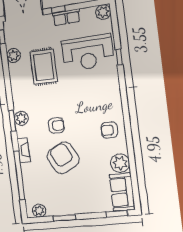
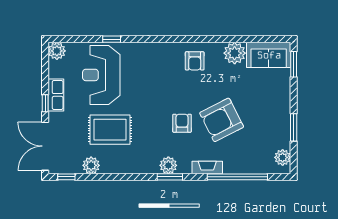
reception desk: (88, 53) -> (101, 75), turned 180

